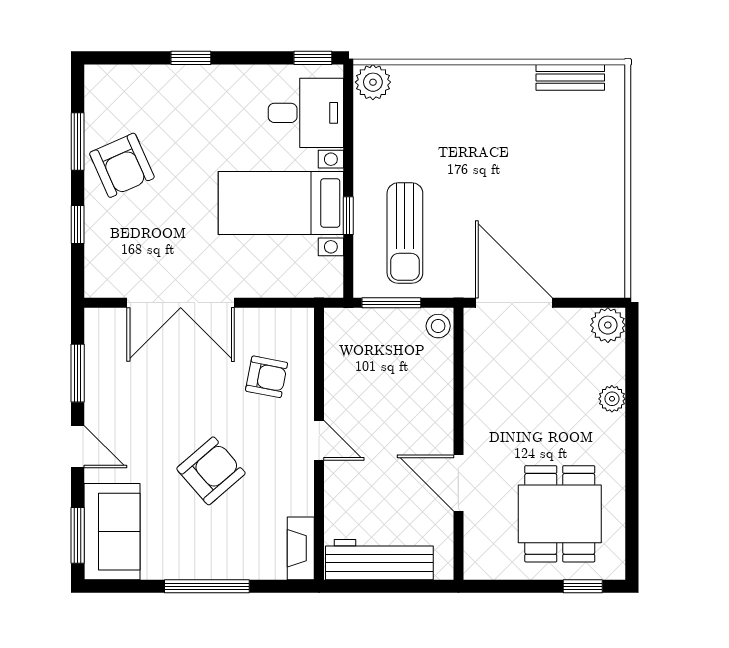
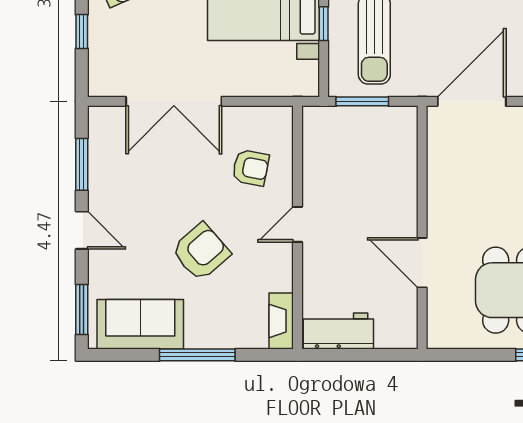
door: (514, 303) -> (472, 101), hinge flipped
stool: (438, 326) -> (404, 122), removed
door: (319, 440) -> (298, 224), swing flipped
sofa: (112, 532) -> (140, 324), moved, turned -90
workbench: (379, 560) -> (338, 331), width x0.73

